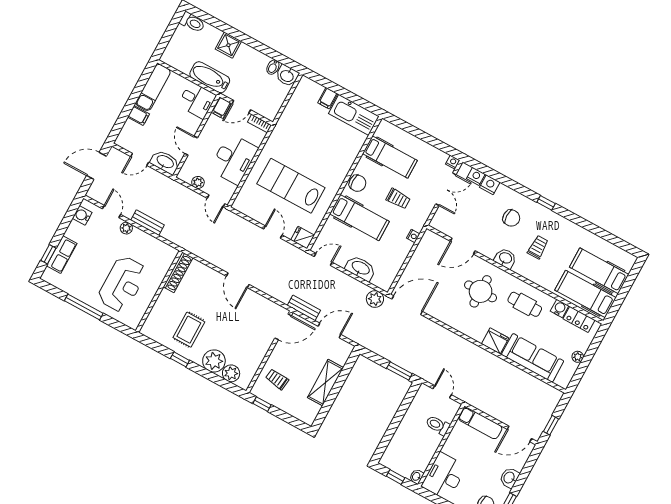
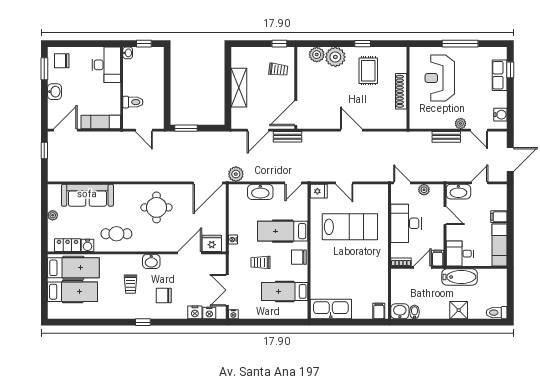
filing cabinet: (328, 98) -> (379, 311), moved
shoe rack: (178, 272) -> (401, 91), moved
round table: (481, 291) -> (156, 207), moved
fridge: (495, 341) -> (212, 243), moved, turned 180

